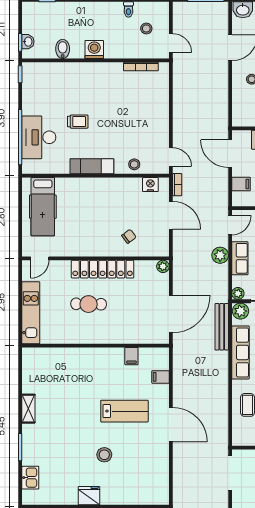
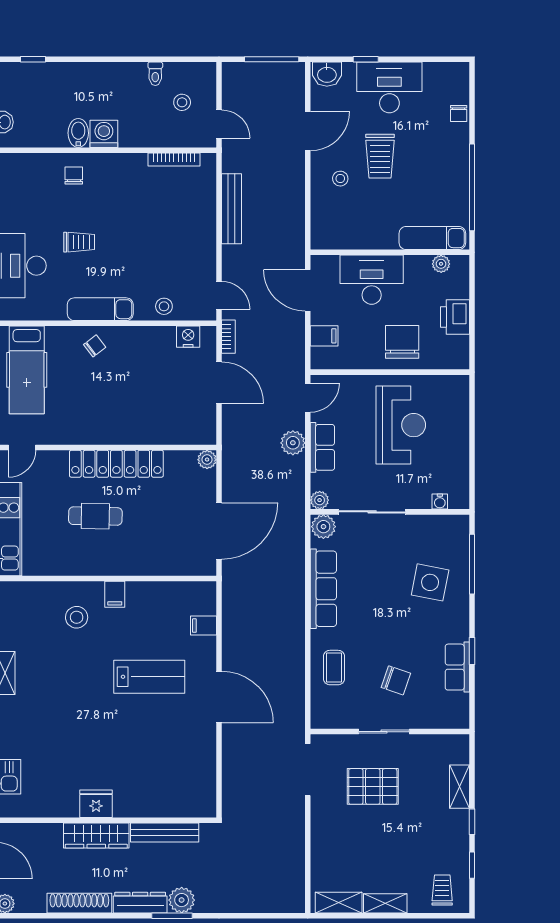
bidet: (63, 49) -> (78, 133), moved
chair: (74, 77) -> (74, 175), added
chair: (129, 236) -> (95, 346), moved
bench: (222, 327) -> (232, 209), moved
filing cabinet: (131, 356) -> (115, 594), moved
stool: (104, 455) -> (77, 617), moved

